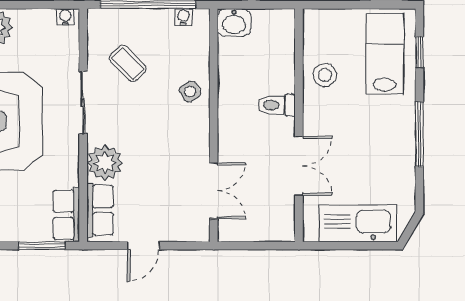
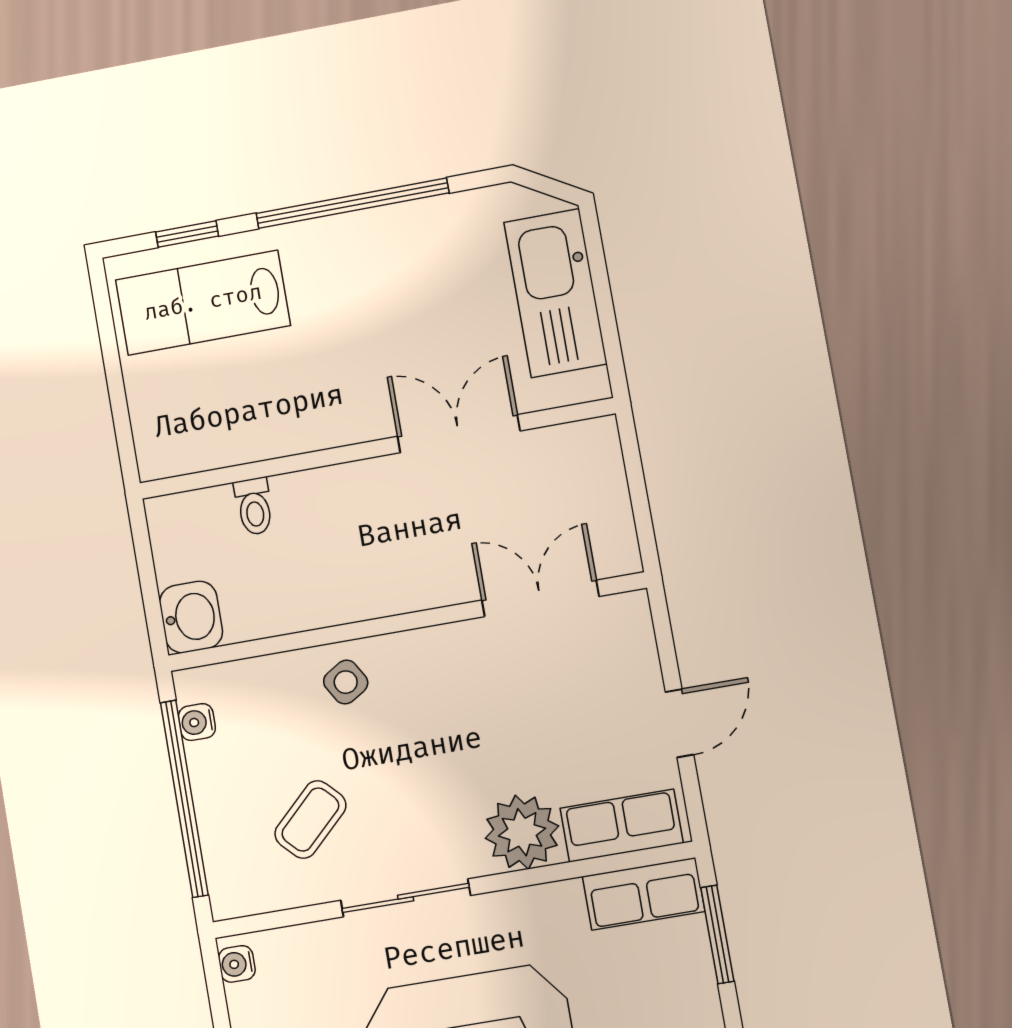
stool: (325, 75) -> (266, 415), removed
toilet: (277, 105) -> (254, 506), moved, width x0.73, depth x0.72
window: (419, 134) -> (352, 203), width x1.46
door: (143, 246) -> (679, 723), hinge flipped

